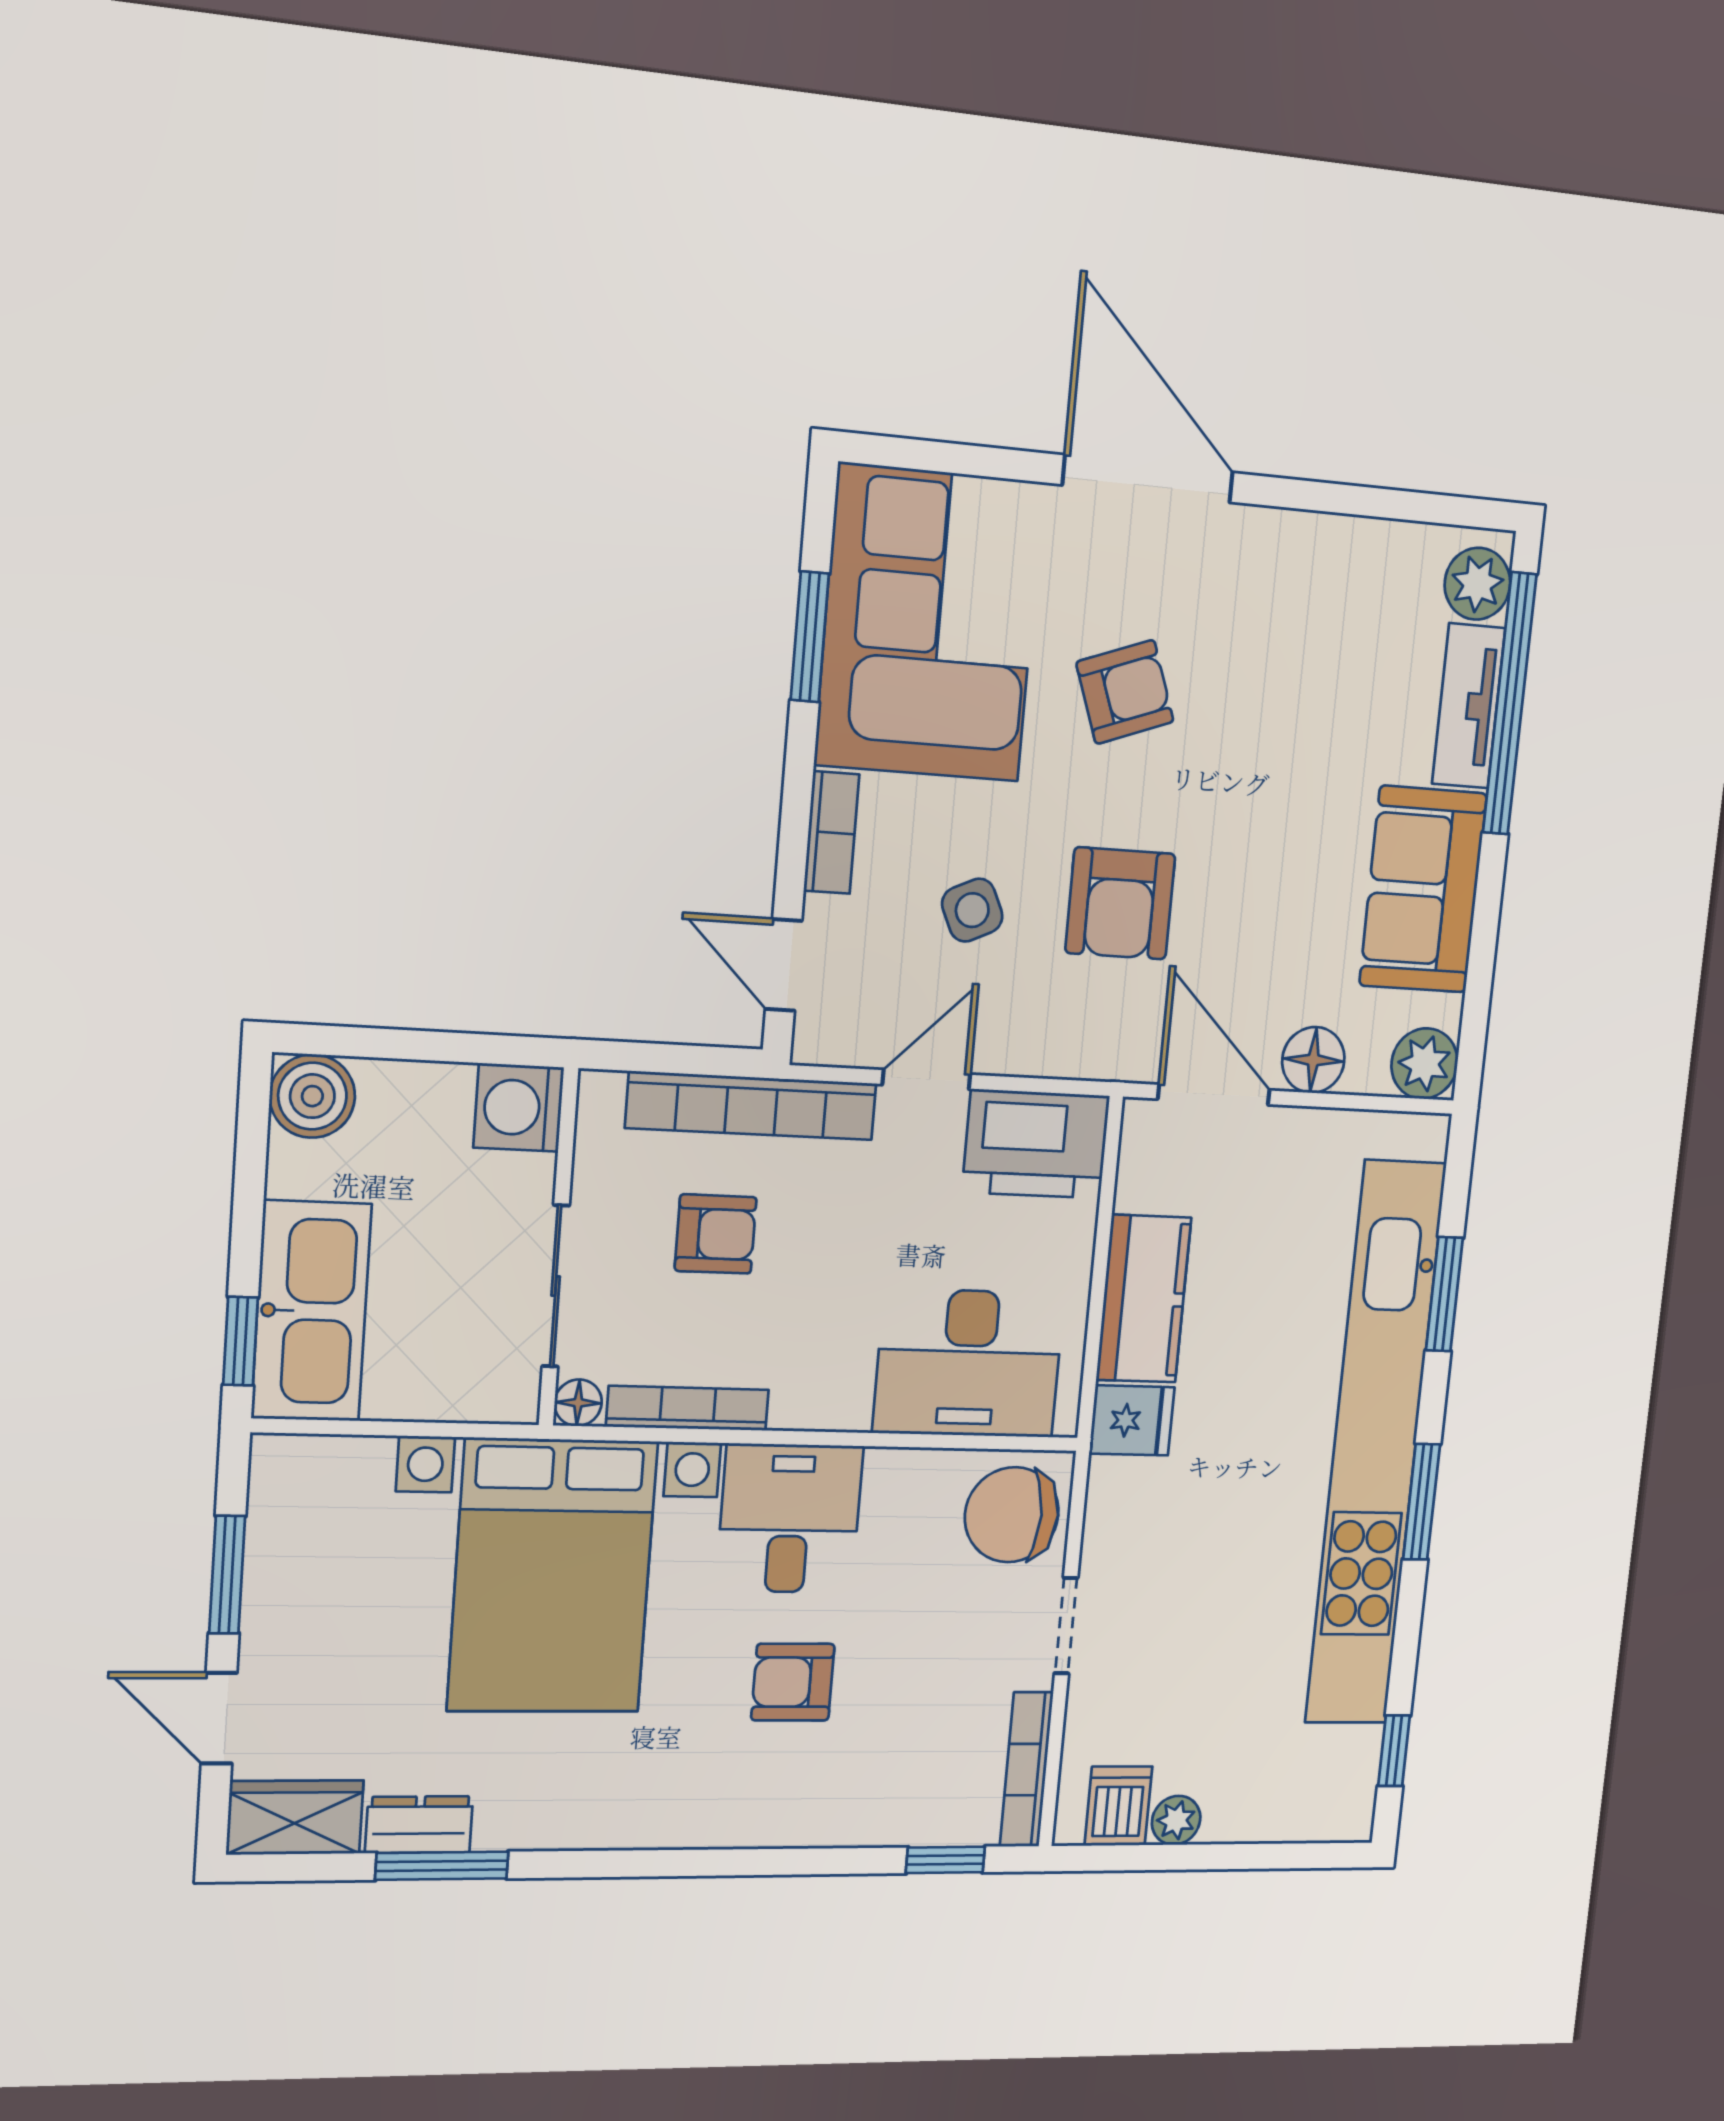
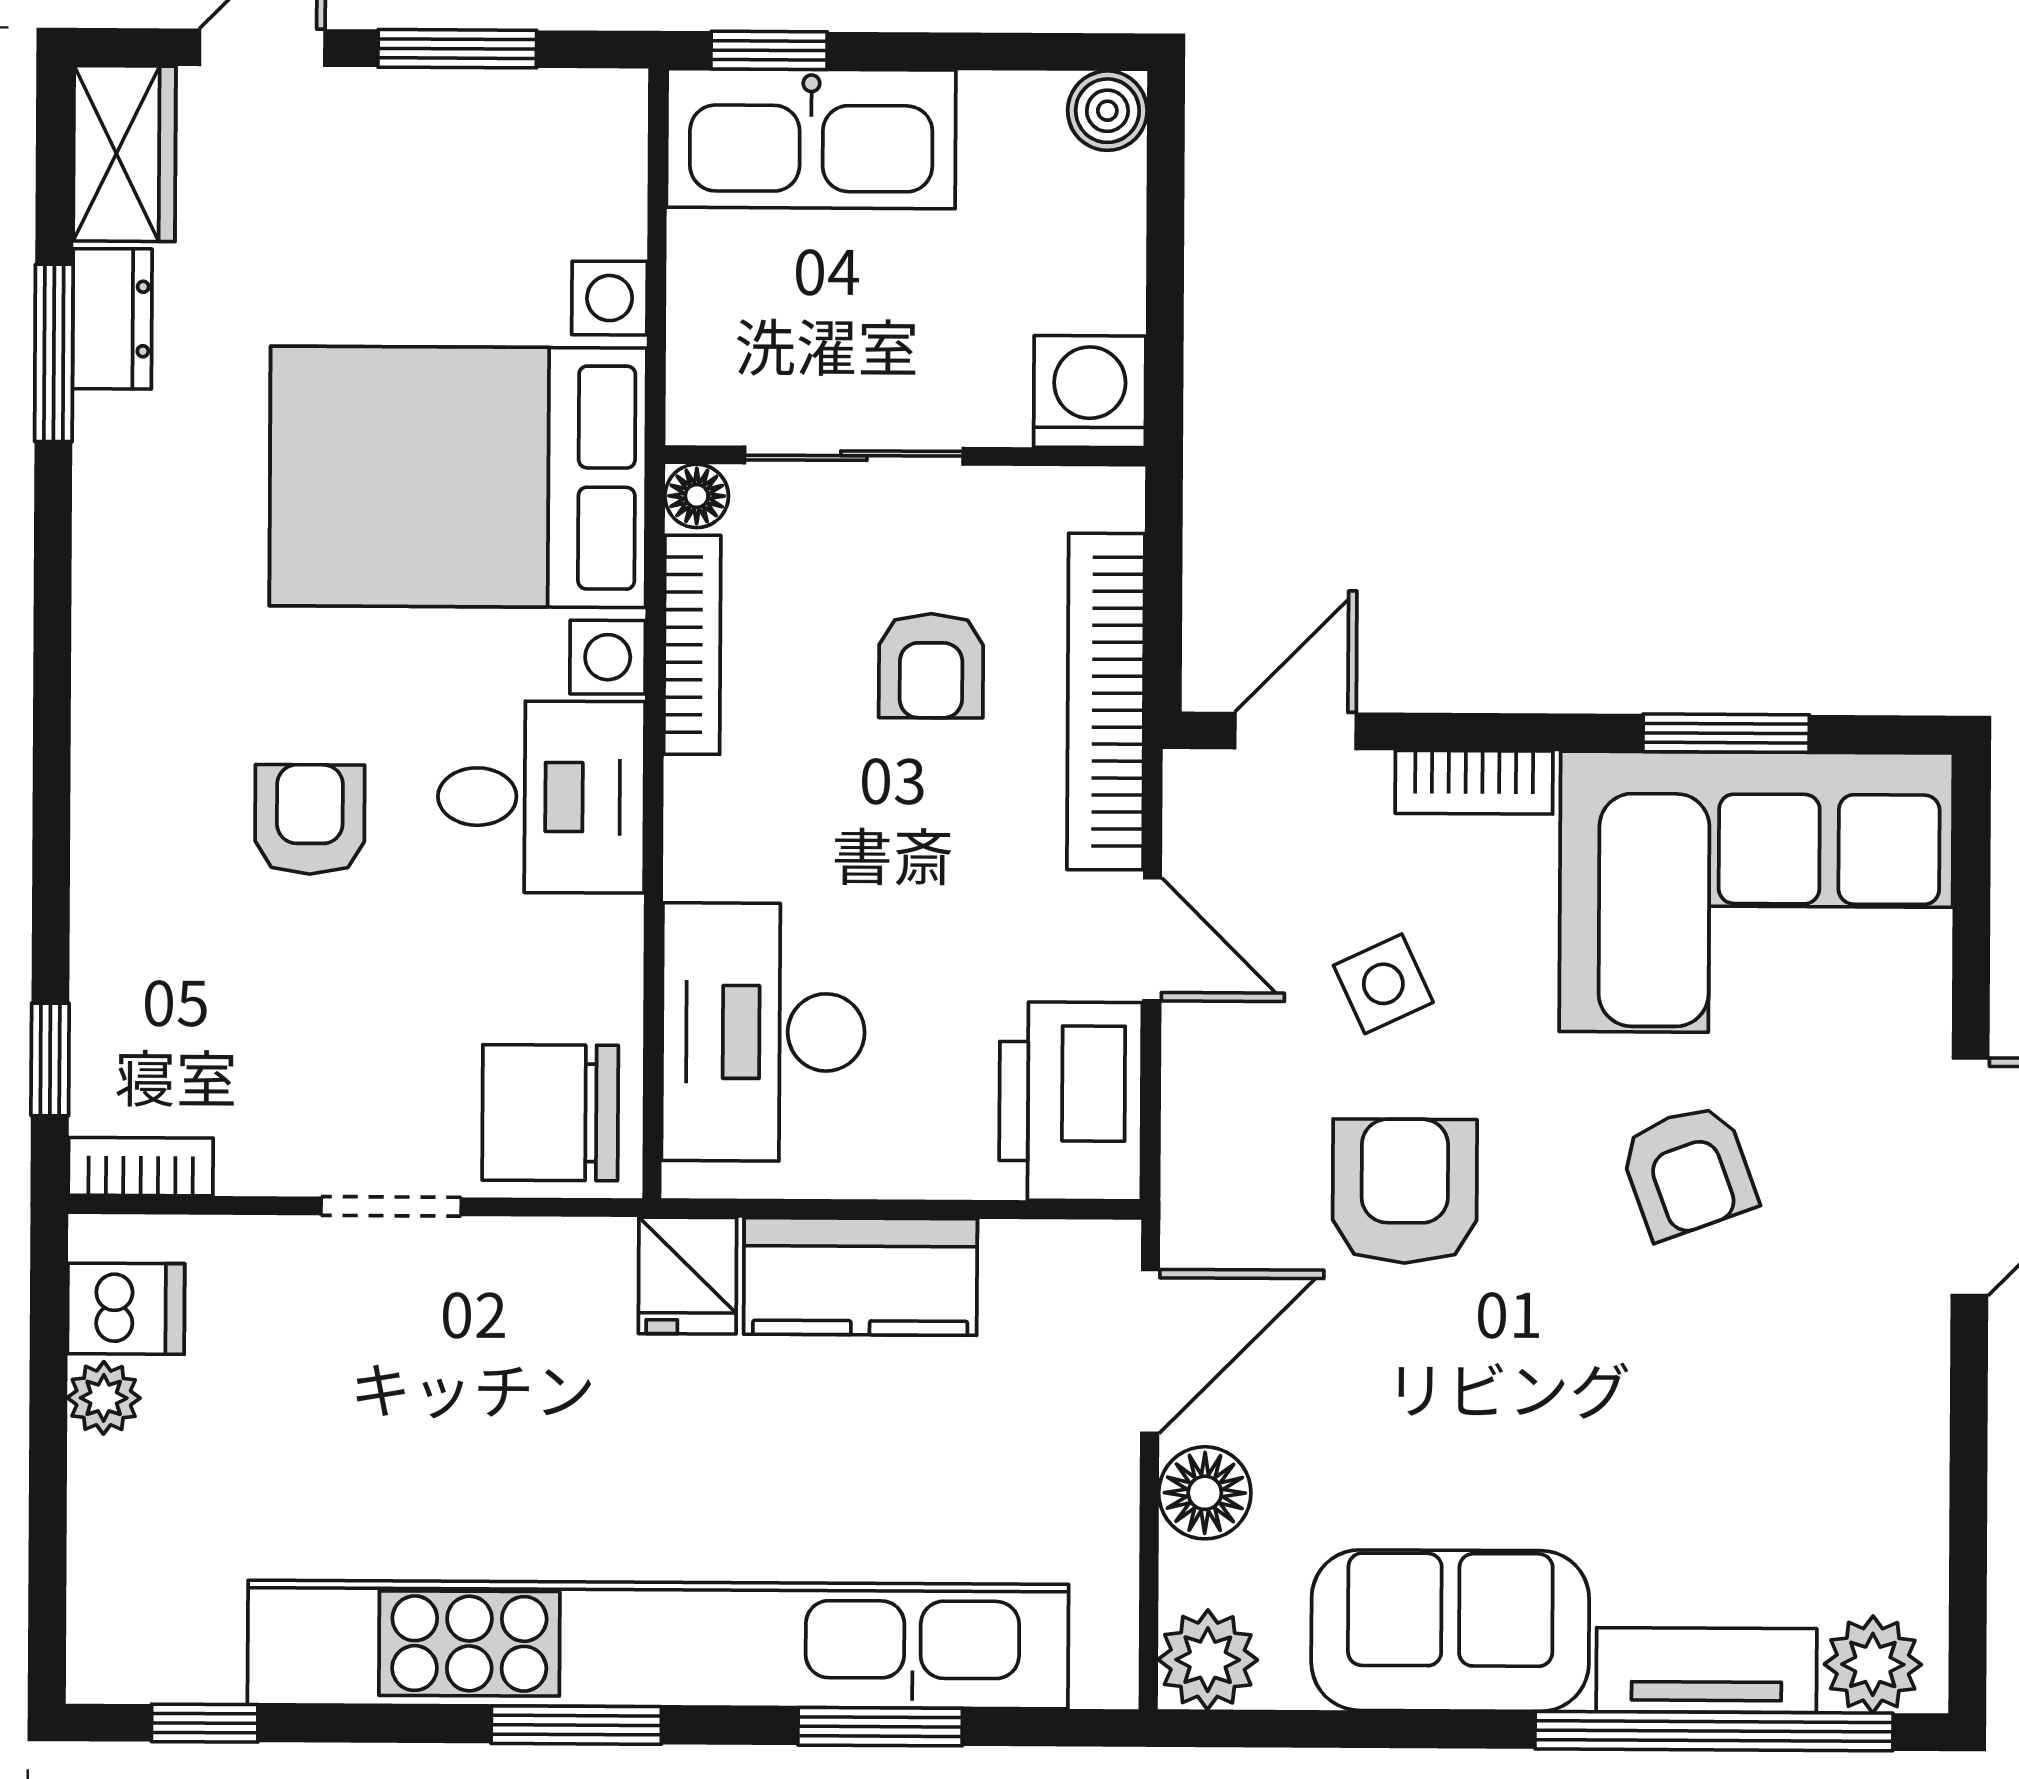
armchair: (1120, 903) -> (1405, 1191), turned 90
boiler: (312, 1096) -> (1107, 111), width x0.73, depth x0.73
chair: (1012, 1515) -> (550, 1113), turned -90
bookcase: (1026, 1770) -> (141, 1167), width x0.64

